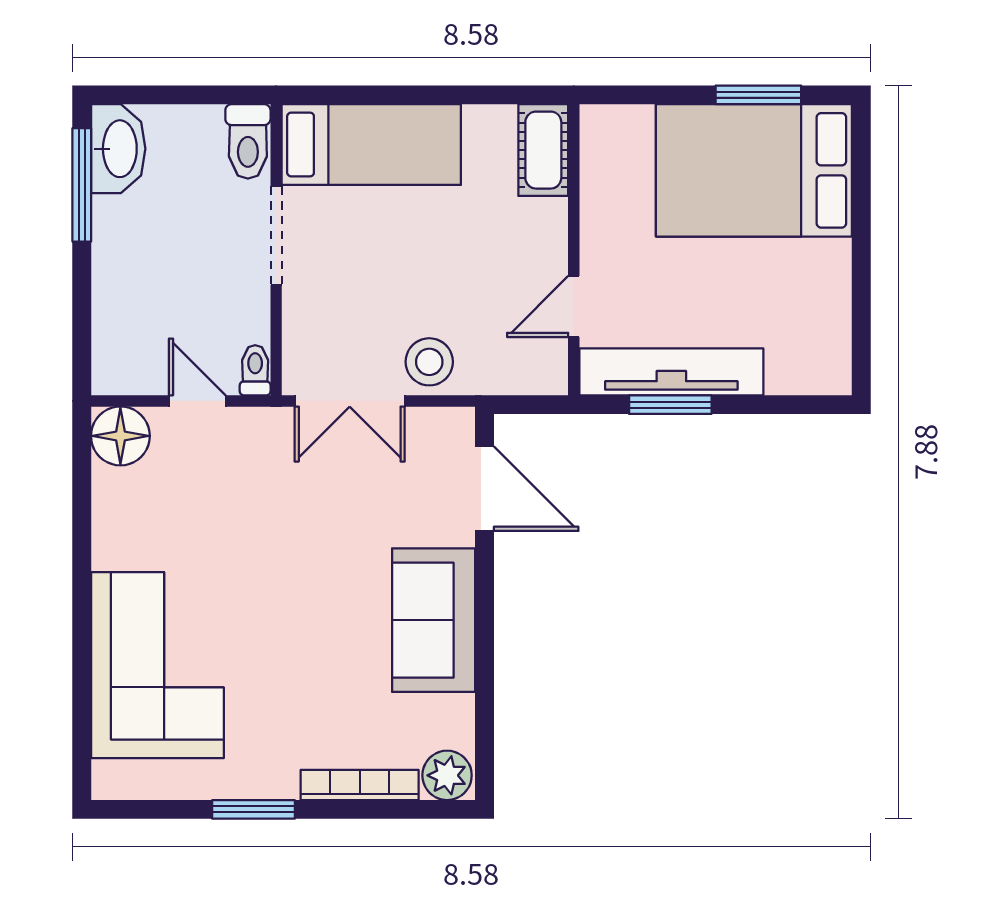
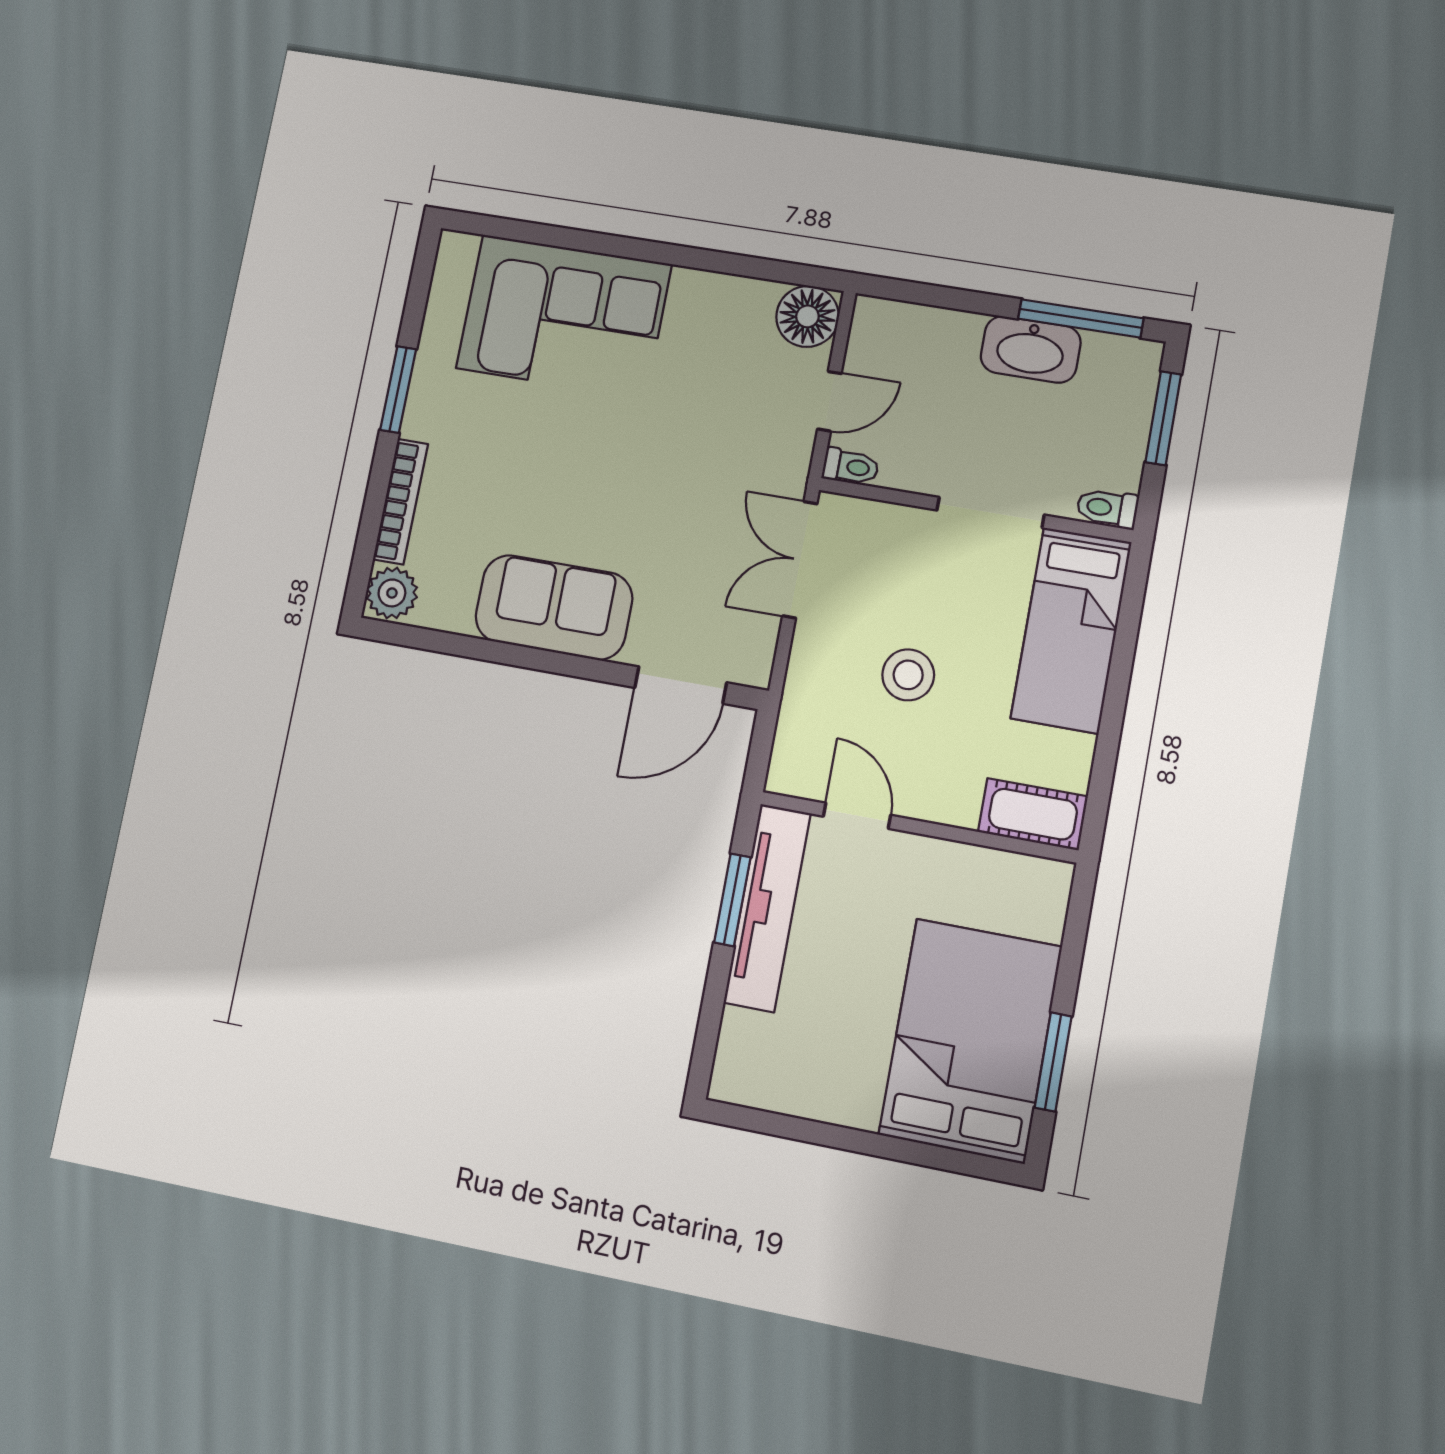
window: (163, 95) -> (1163, 418), added
toilet: (248, 141) -> (1107, 508), width x0.73, depth x0.72
washbasin: (118, 149) -> (1031, 349), moved
stool: (429, 362) -> (908, 675), moved

